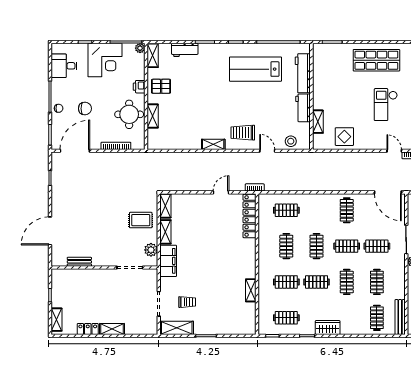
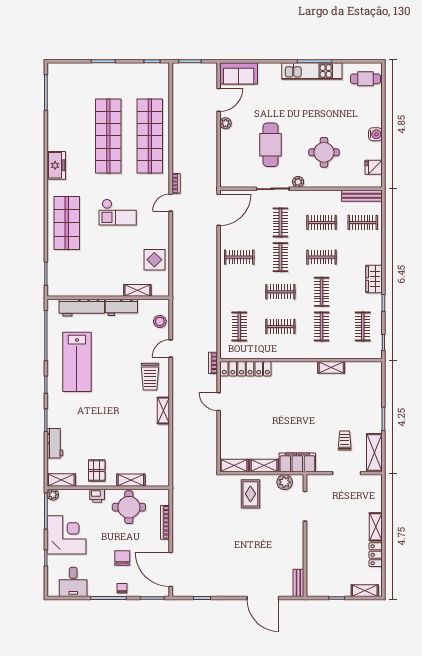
bench: (79, 262) -> (298, 583), moved

